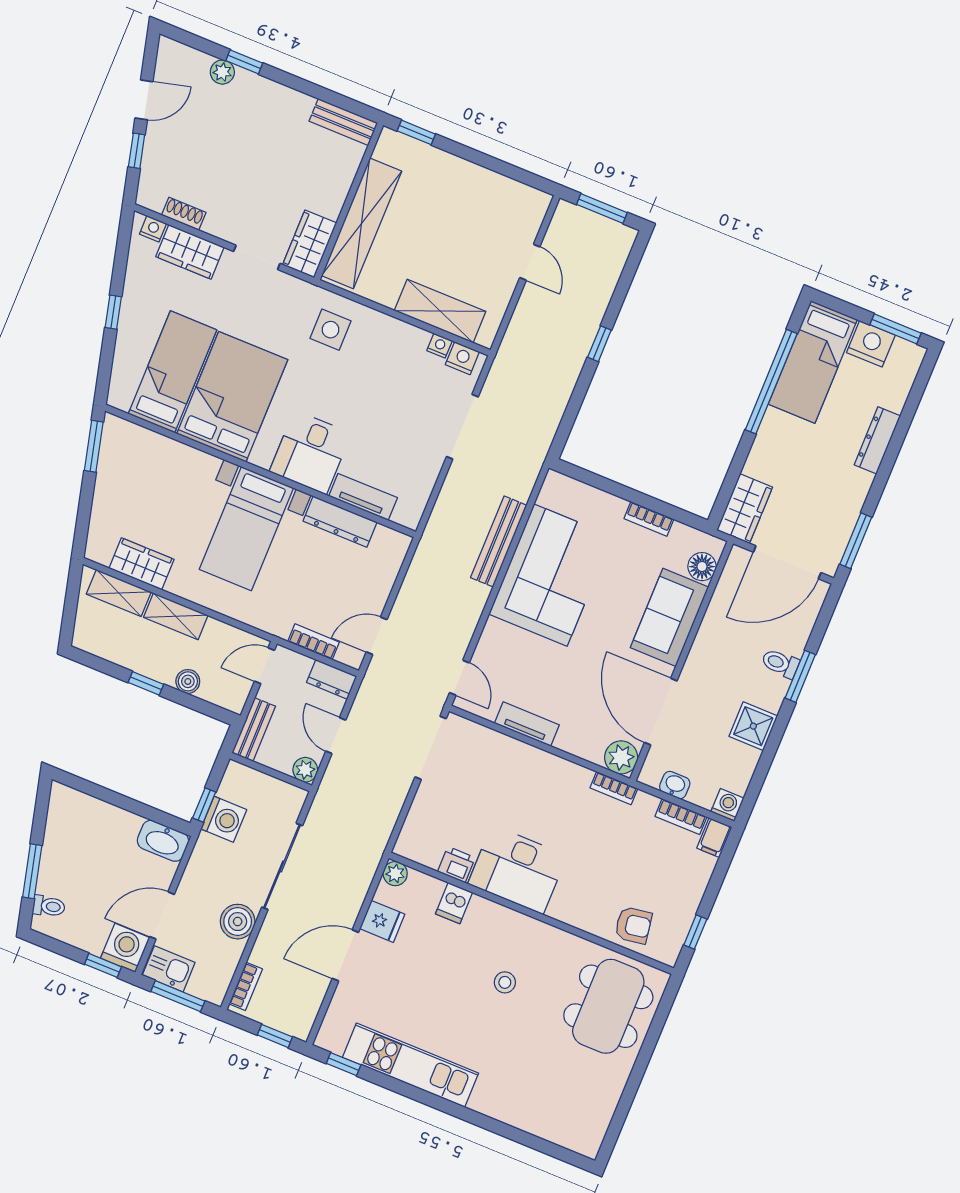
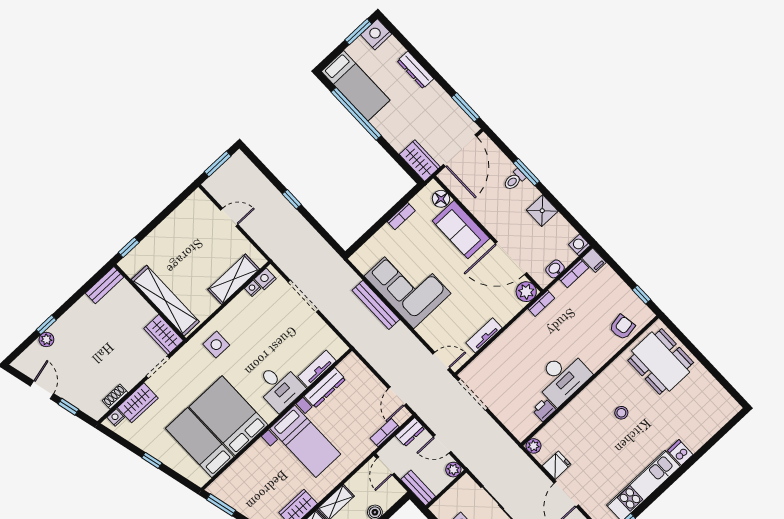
nightstand: (871, 344) -> (376, 34), moved
dishwasher: (454, 903) -> (680, 453), moved, turned 180

